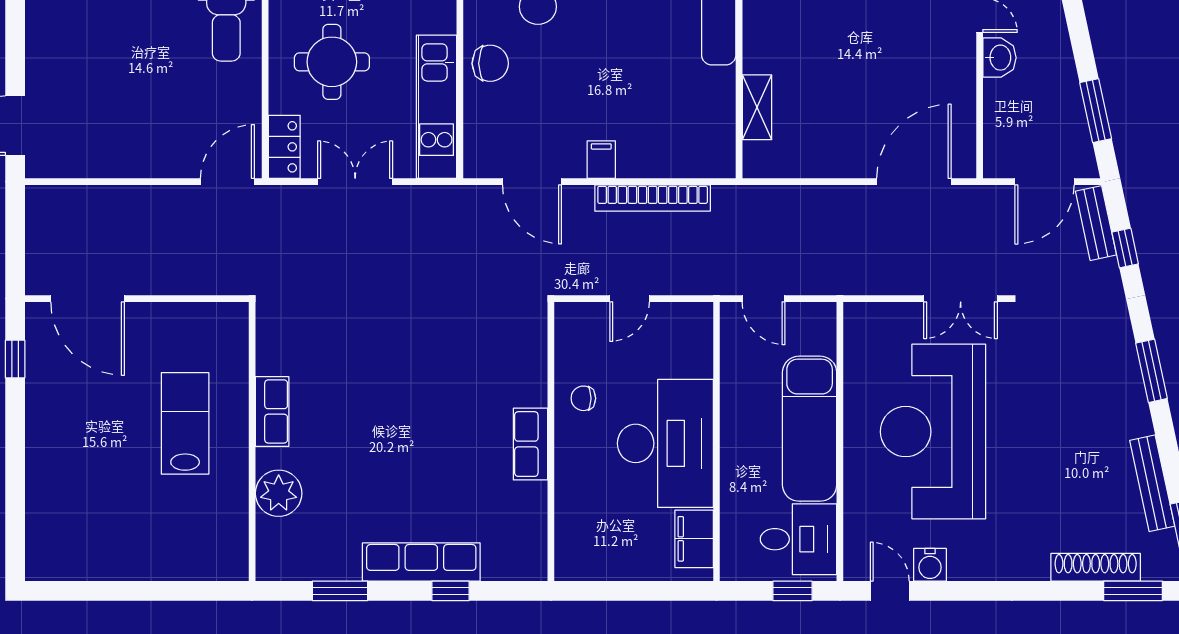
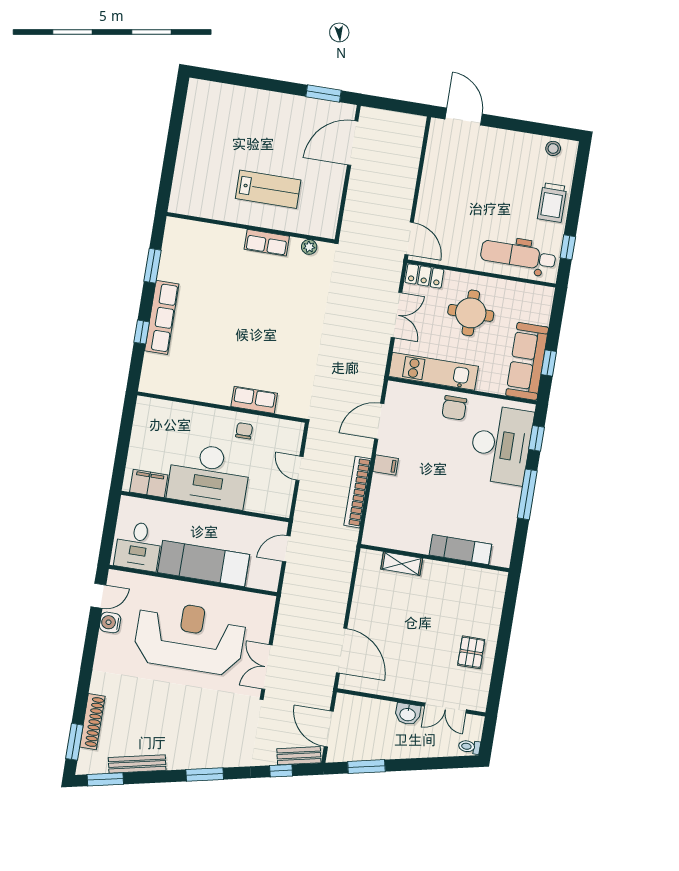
window: (15, 359) -> (323, 94), width x1.50
row of seats: (530, 444) -> (254, 400), moved
plant: (279, 493) -> (309, 247), moved, width x0.53, depth x0.53
window: (793, 591) -> (108, 537), removed

